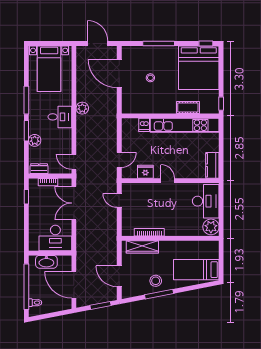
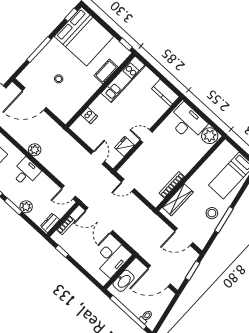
kitchen unit: (185, 125) -> (123, 79), width x0.73

